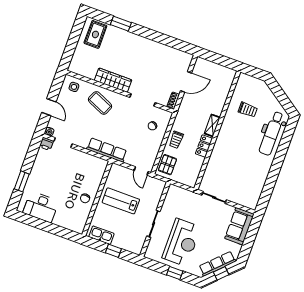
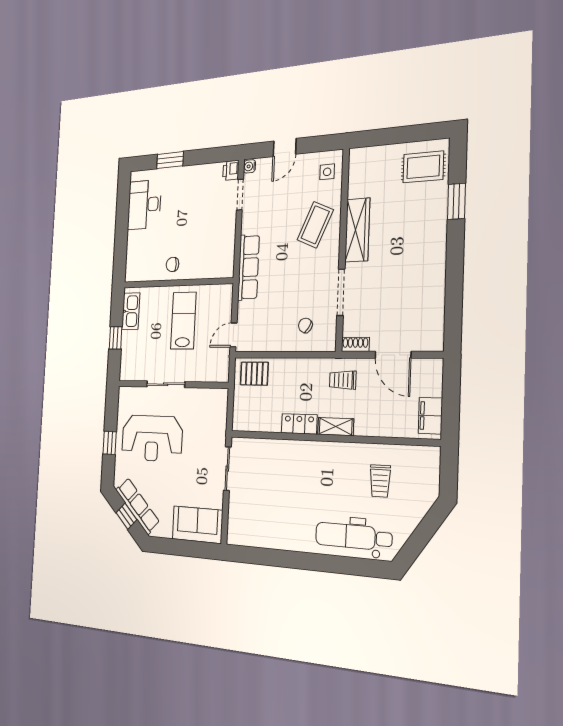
filing cabinet: (224, 72) -> (430, 416), added
trolley: (176, 140) -> (343, 380), moved

